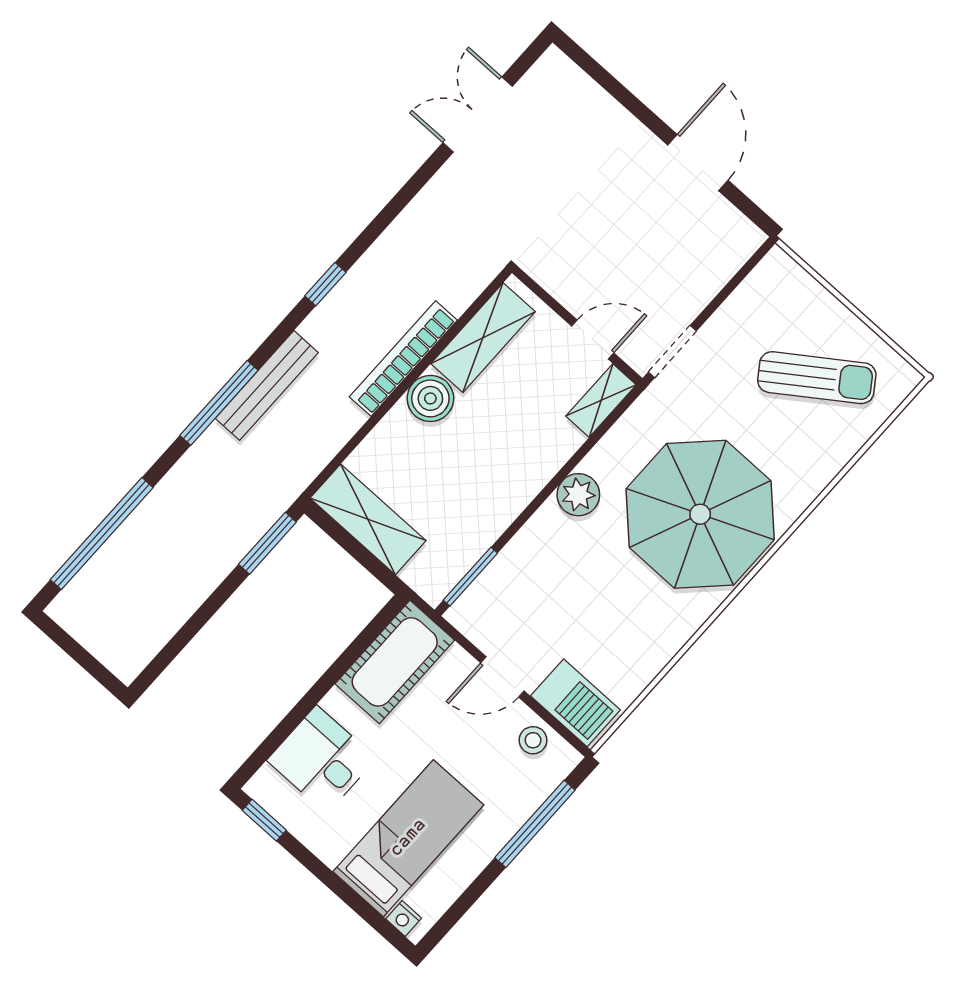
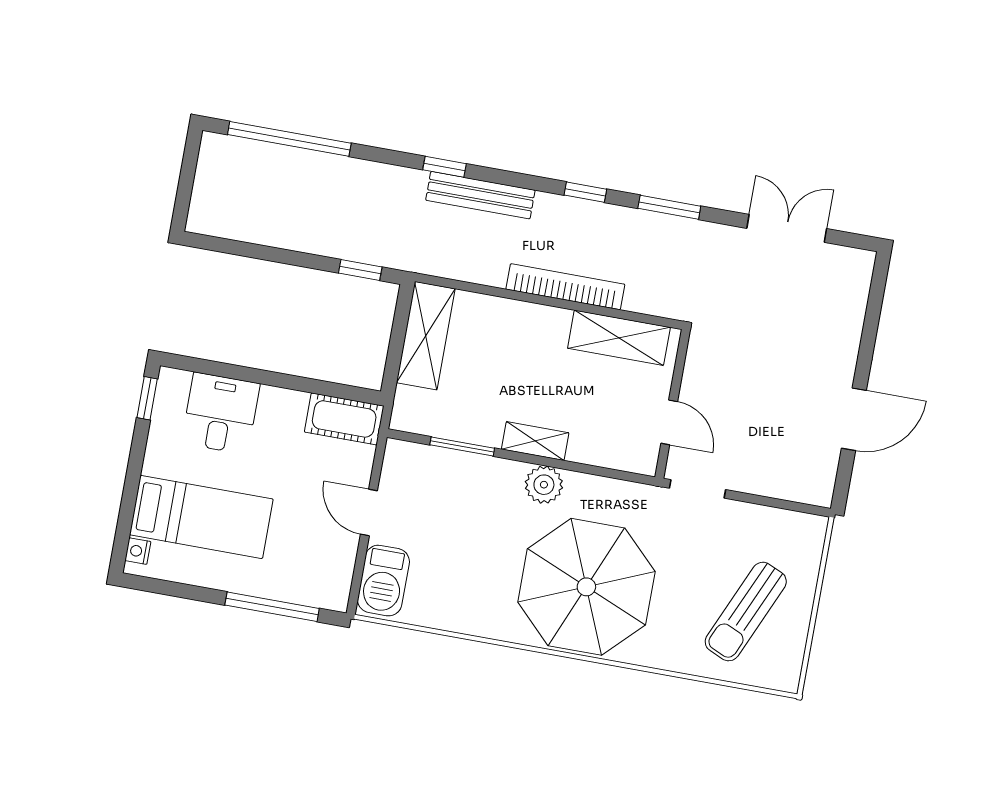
window: (389, 213) -> (669, 207), added
sun lounger: (817, 378) -> (746, 612), turned 59
boiler: (430, 398) -> (548, 326), removed
shelving: (601, 400) -> (535, 441), moved
window: (219, 403) -> (445, 167), width x0.46
window: (267, 543) -> (360, 270), width x0.67
window: (470, 577) -> (462, 447), moved
cot: (395, 662) -> (344, 419), width x0.73, depth x0.75
stool: (533, 740) -> (335, 566), removed

